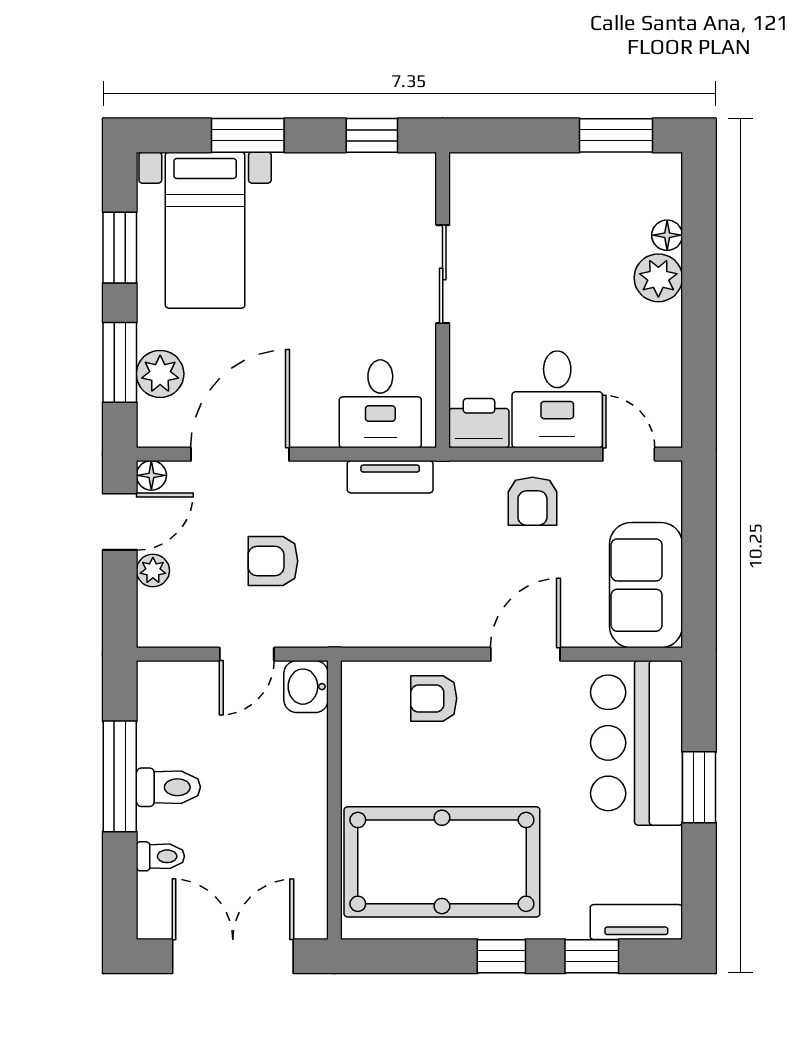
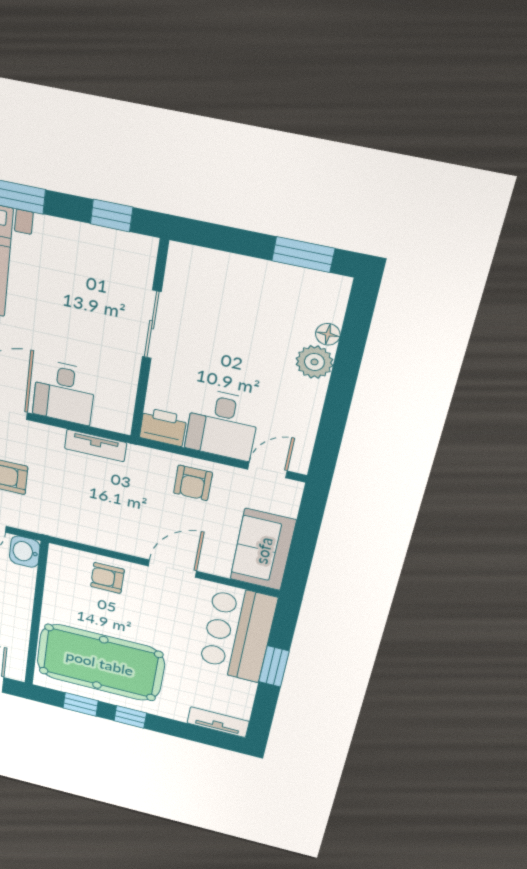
desk: (380, 404) -> (64, 393), moved
door: (629, 454) -> (267, 470), hinge flipped
window: (592, 956) -> (81, 704), moved

